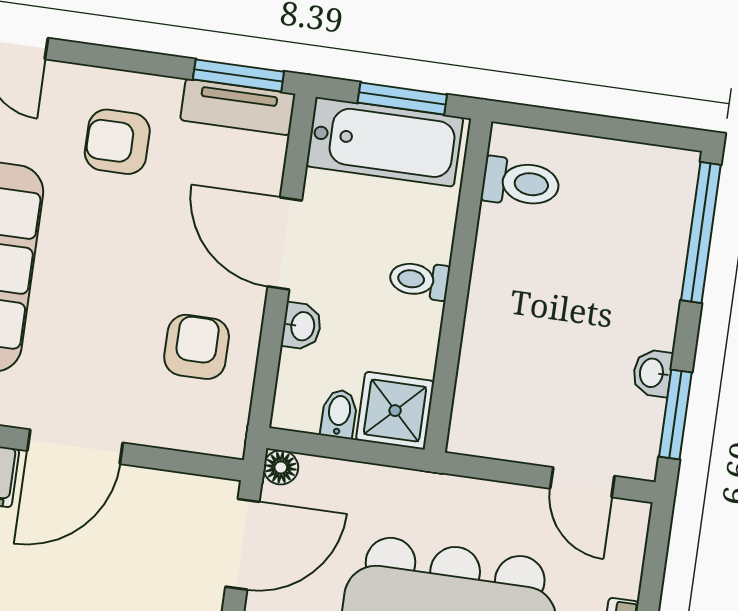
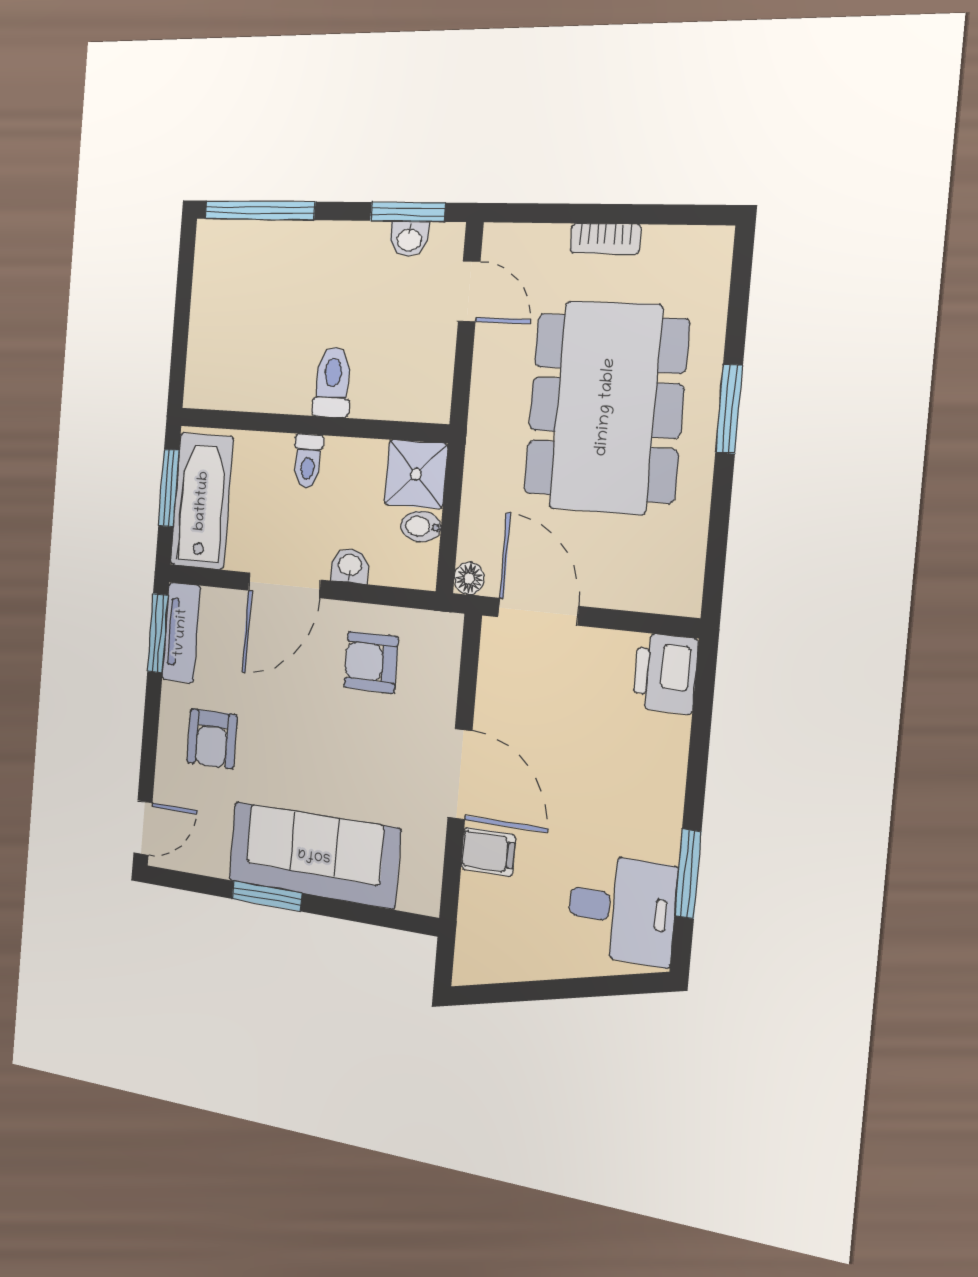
toilet: (521, 183) -> (333, 382), moved
washbasin: (653, 373) -> (409, 239), moved
door: (582, 482) -> (469, 291), hinge flipped

